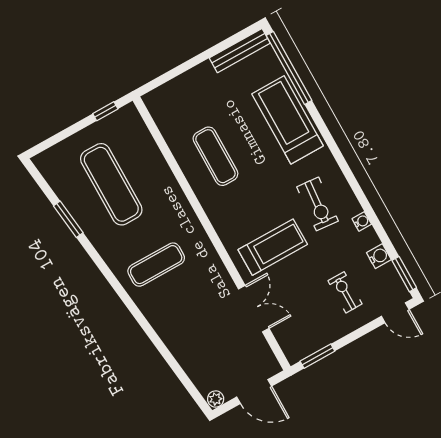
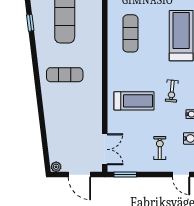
exercise bike: (317, 204) -> (172, 91), width x0.73, depth x0.72
window: (68, 219) -> (30, 23), width x0.67
double door: (254, 309) -> (105, 149), moved

